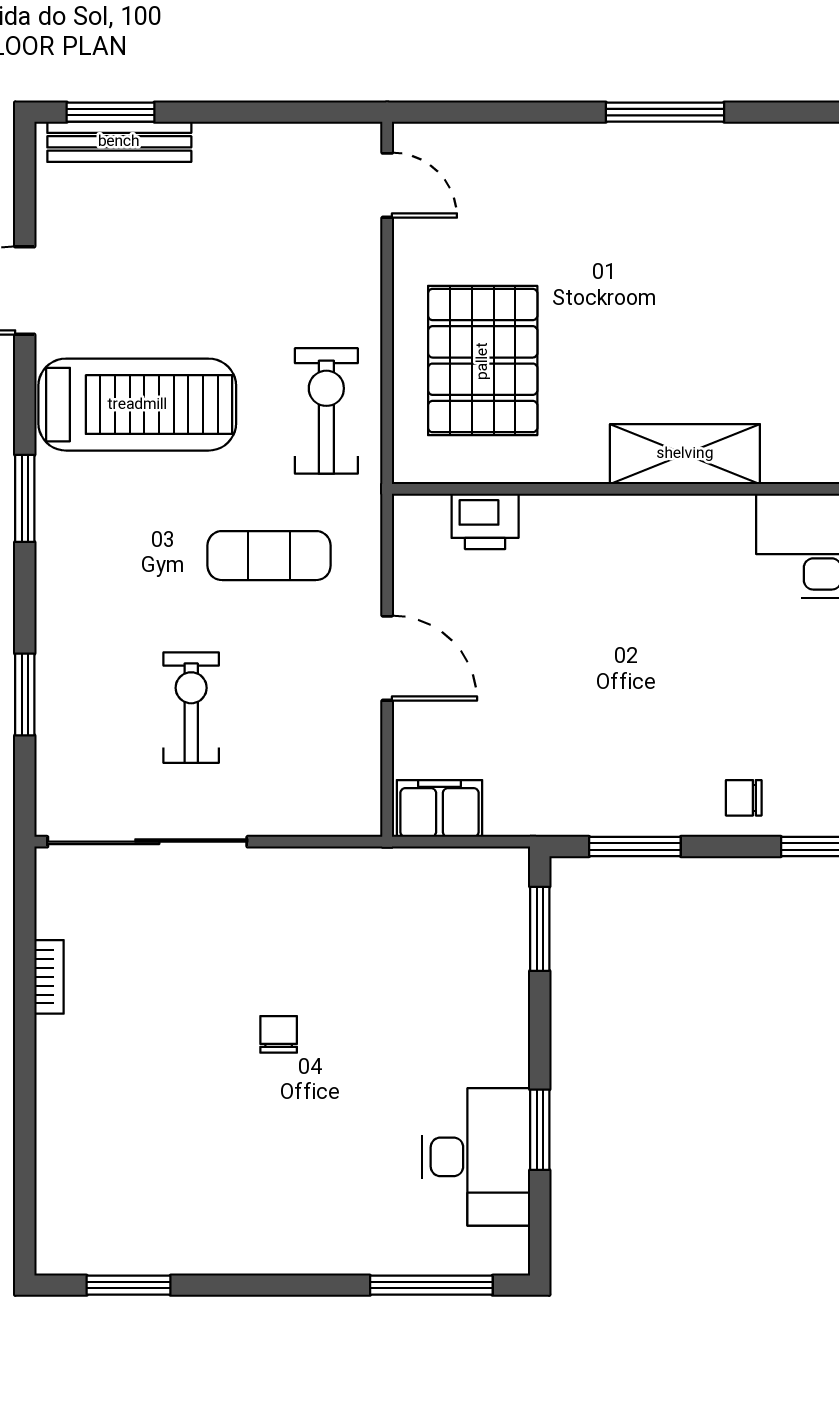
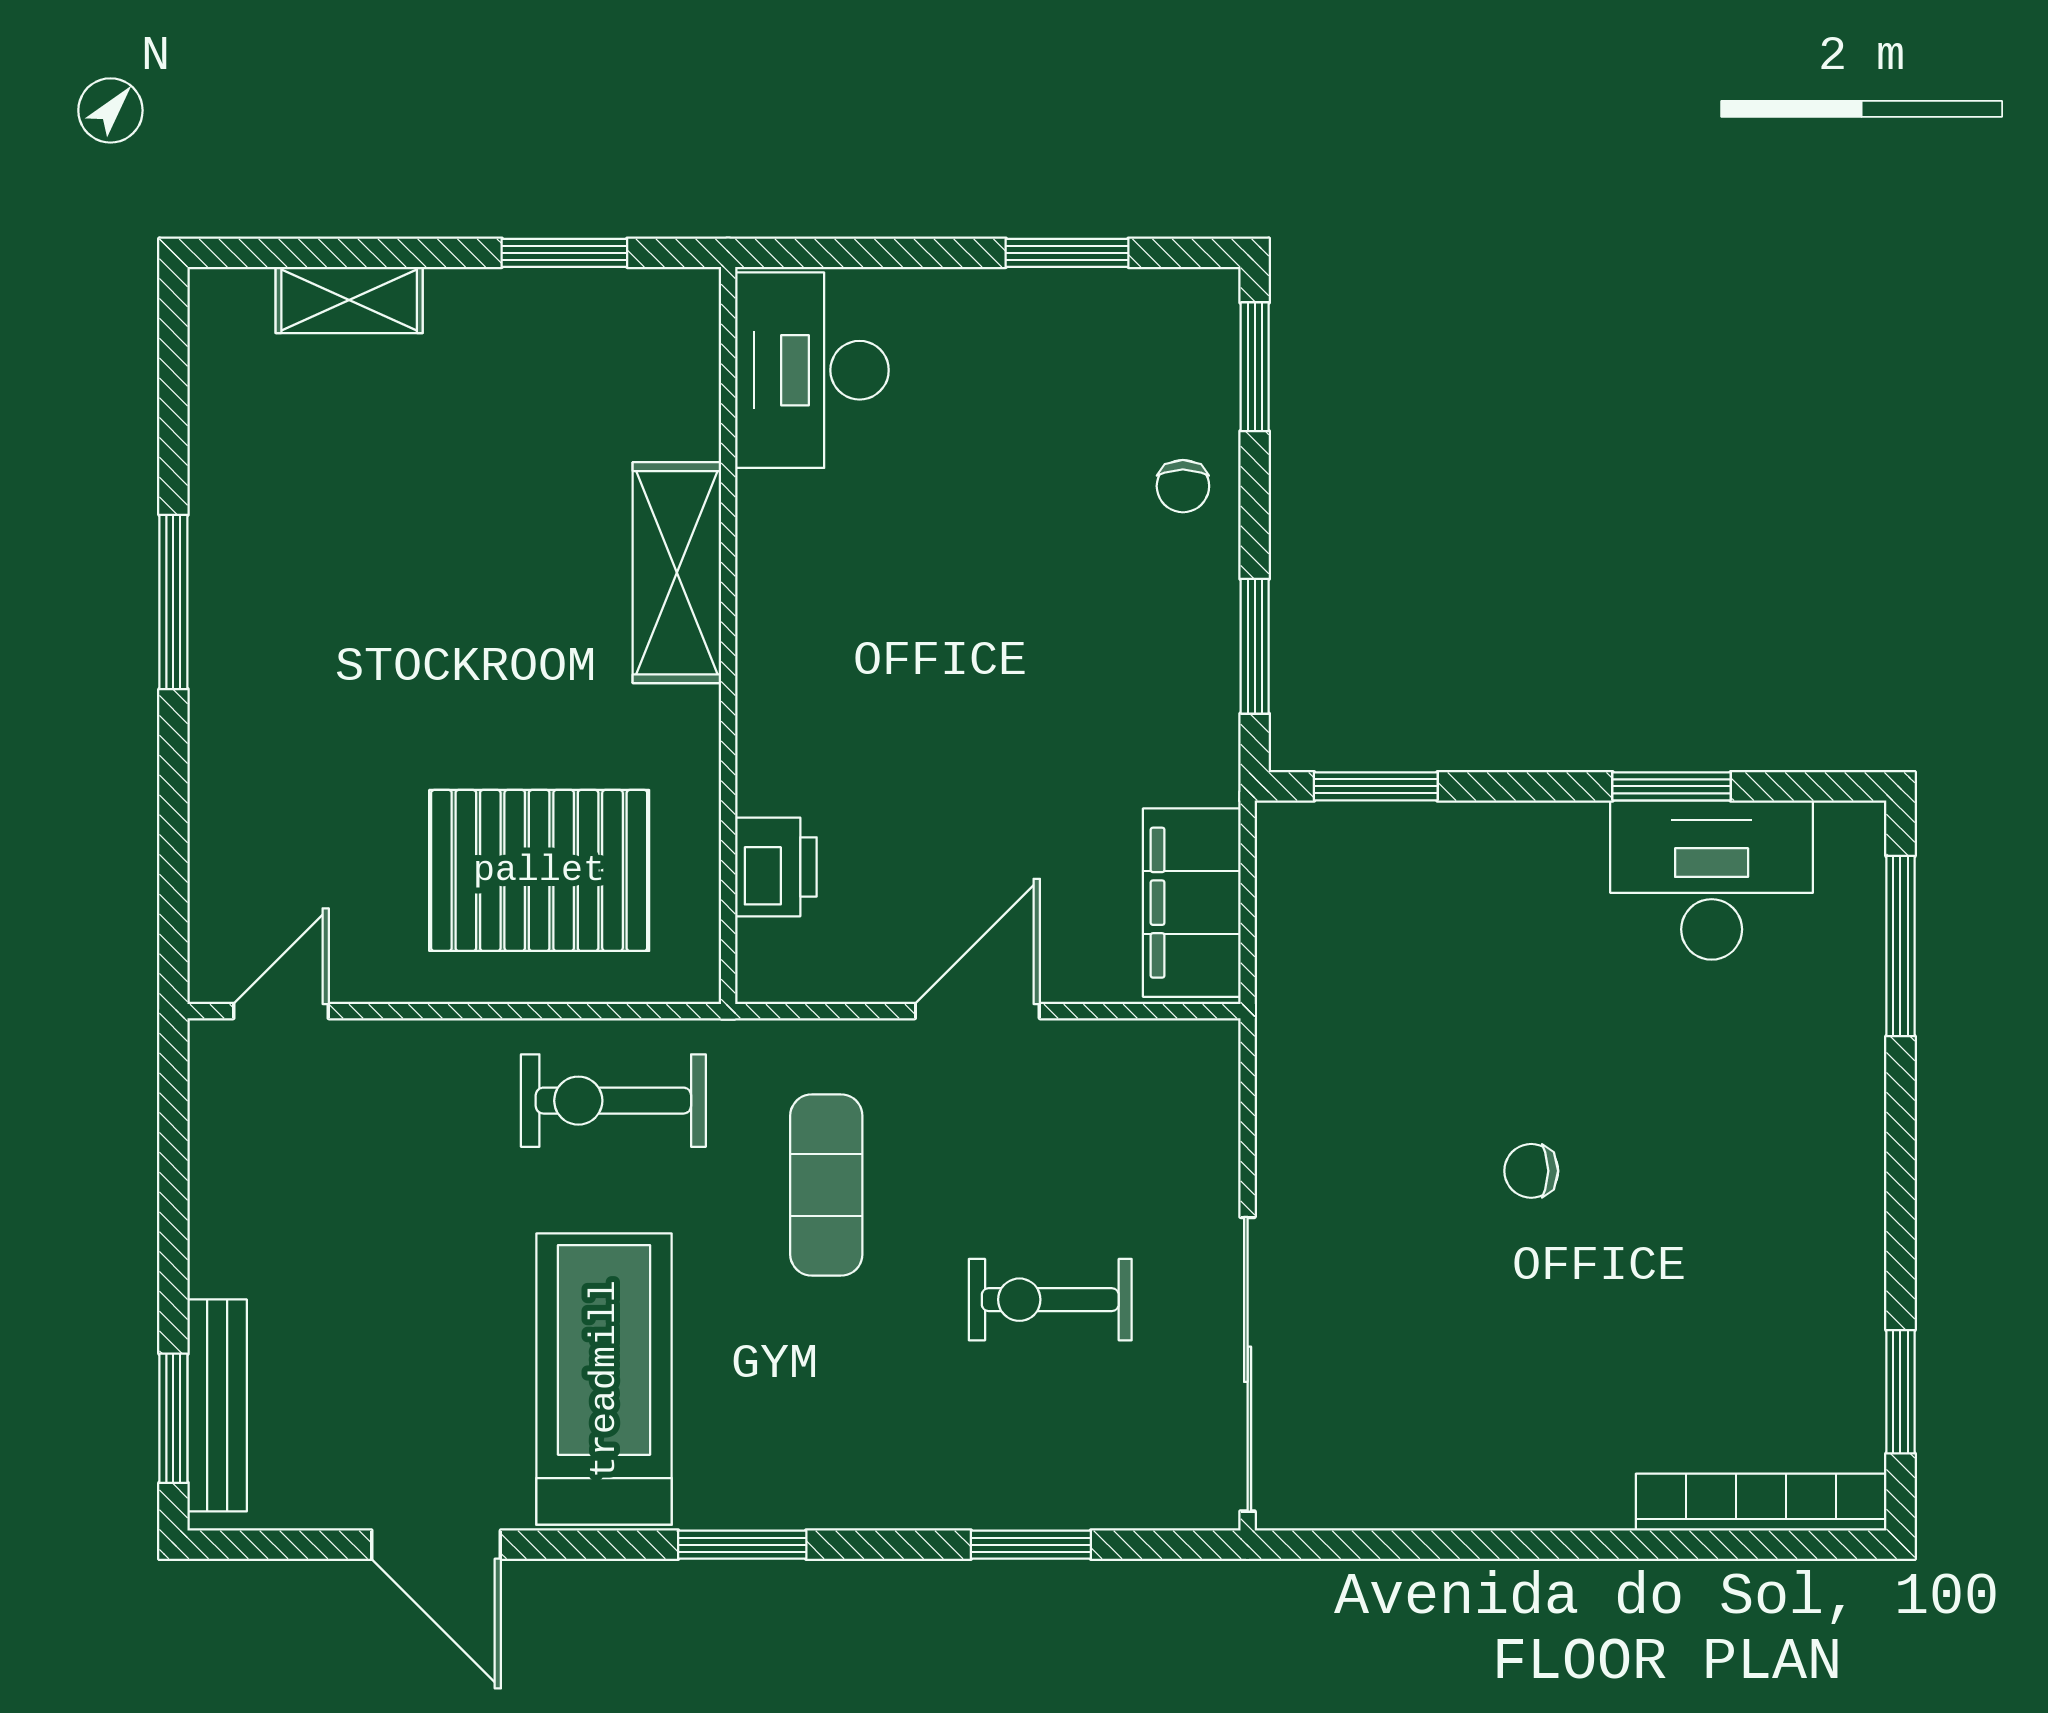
filing cabinet: (439, 809) -> (1192, 903), width x1.50, depth x1.17
bookcase: (49, 977) -> (1761, 1502), moved, width x2.31, depth x1.31

